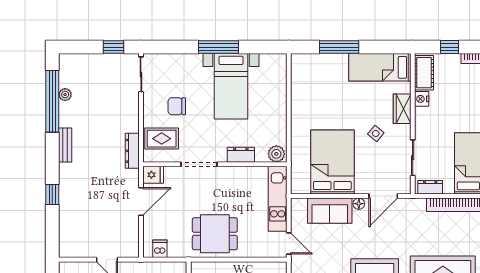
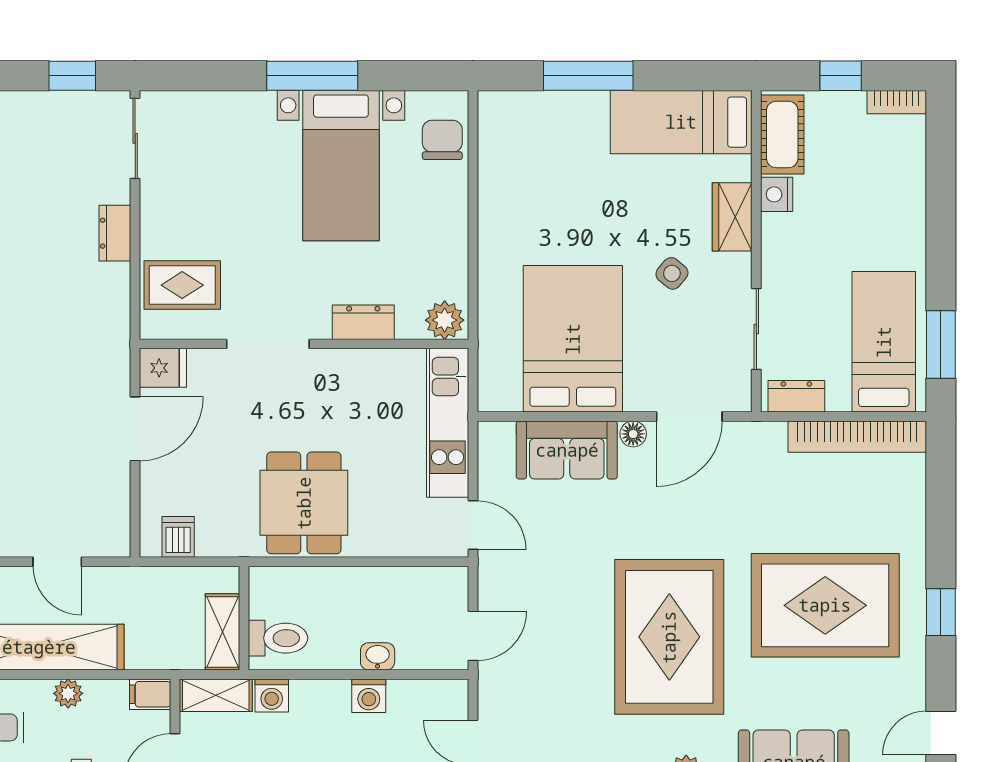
chair: (177, 106) -> (442, 140), moved, turned 90
dresser: (132, 151) -> (115, 233), moved, width x0.70
dining table: (215, 234) -> (304, 503), turned 90

